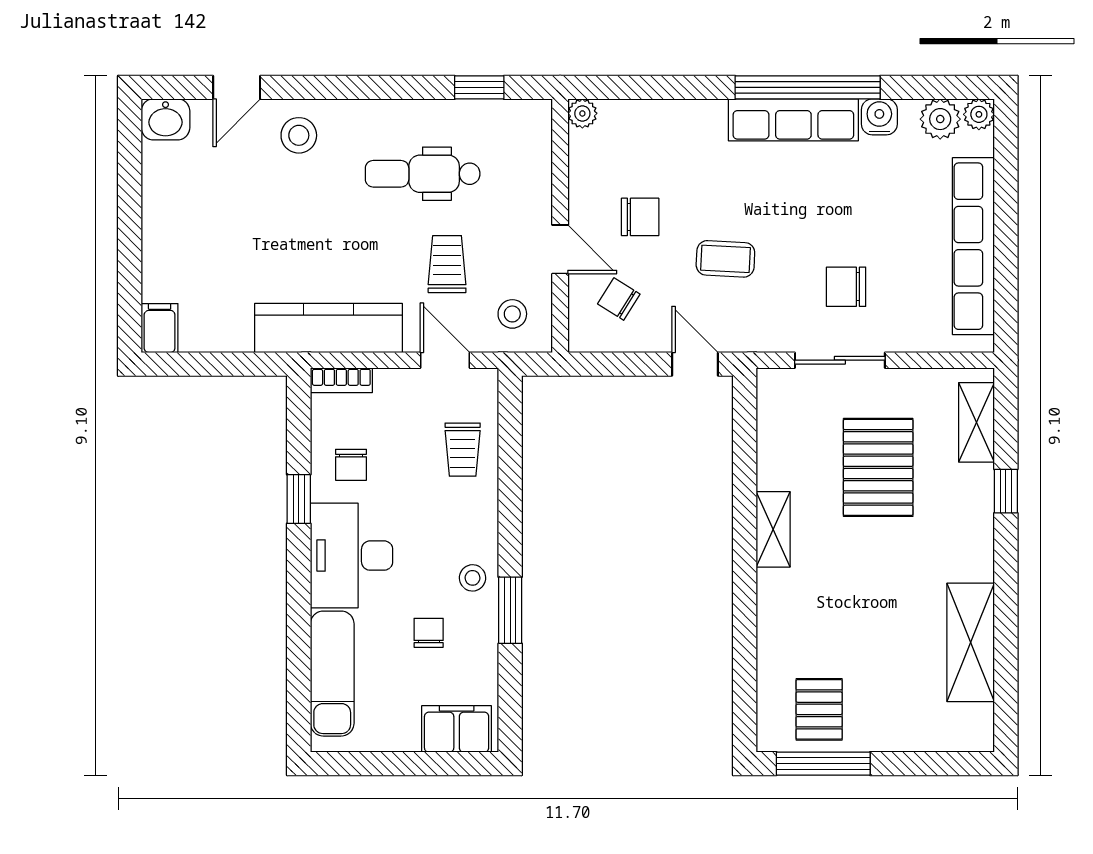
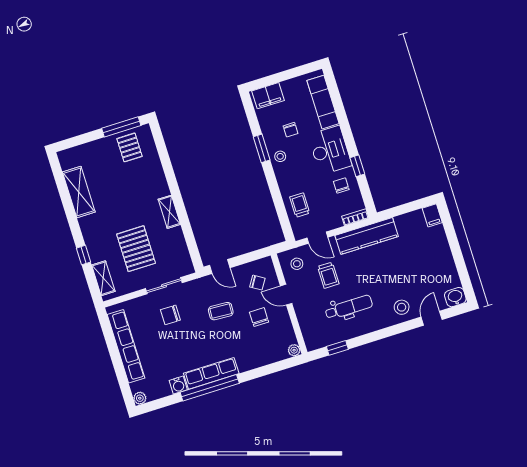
plant: (940, 119) -> (154, 392), removed
chair: (640, 217) -> (259, 317), turned 90
chair: (846, 287) -> (170, 315), turned 180

